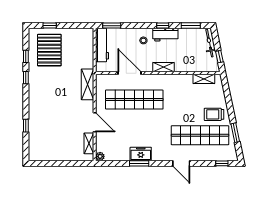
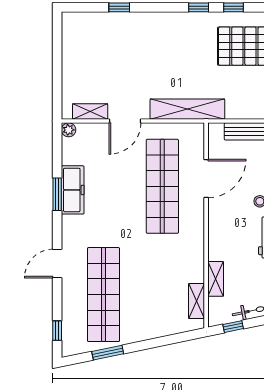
shelving: (164, 67) -> (216, 279), moved
shelving: (87, 84) -> (187, 109), width x1.47
trolley: (214, 114) -> (138, 318), removed
freezer: (141, 154) -> (73, 190), width x1.40

